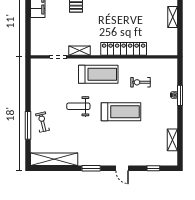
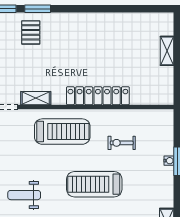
weight bench: (78, 106) -> (24, 195), moved
treadmill: (121, 112) -> (94, 184), turned 180

